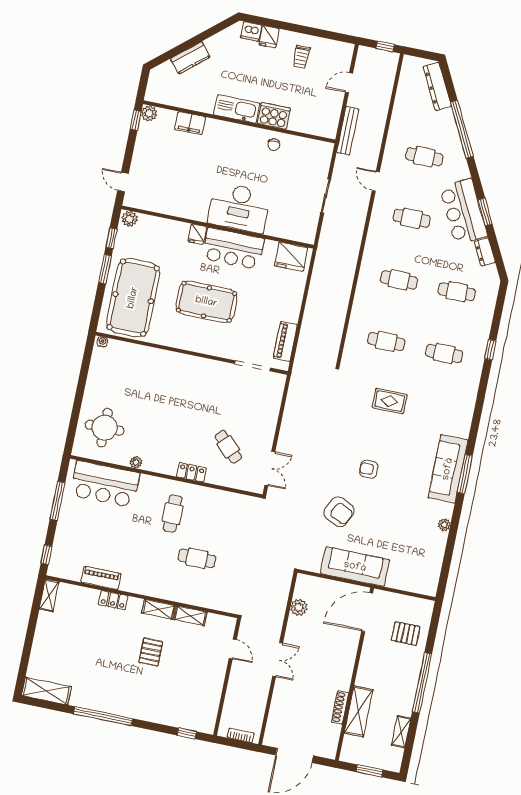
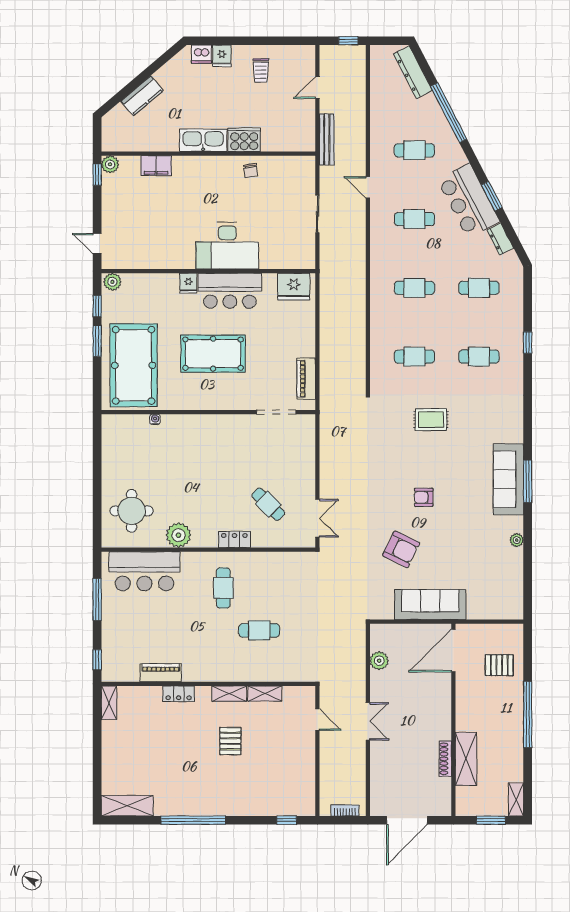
water cooler: (102, 342) -> (155, 419), moved
plant: (136, 462) -> (178, 535), width x1.88, depth x1.88
shelving: (401, 732) -> (516, 799), moved

